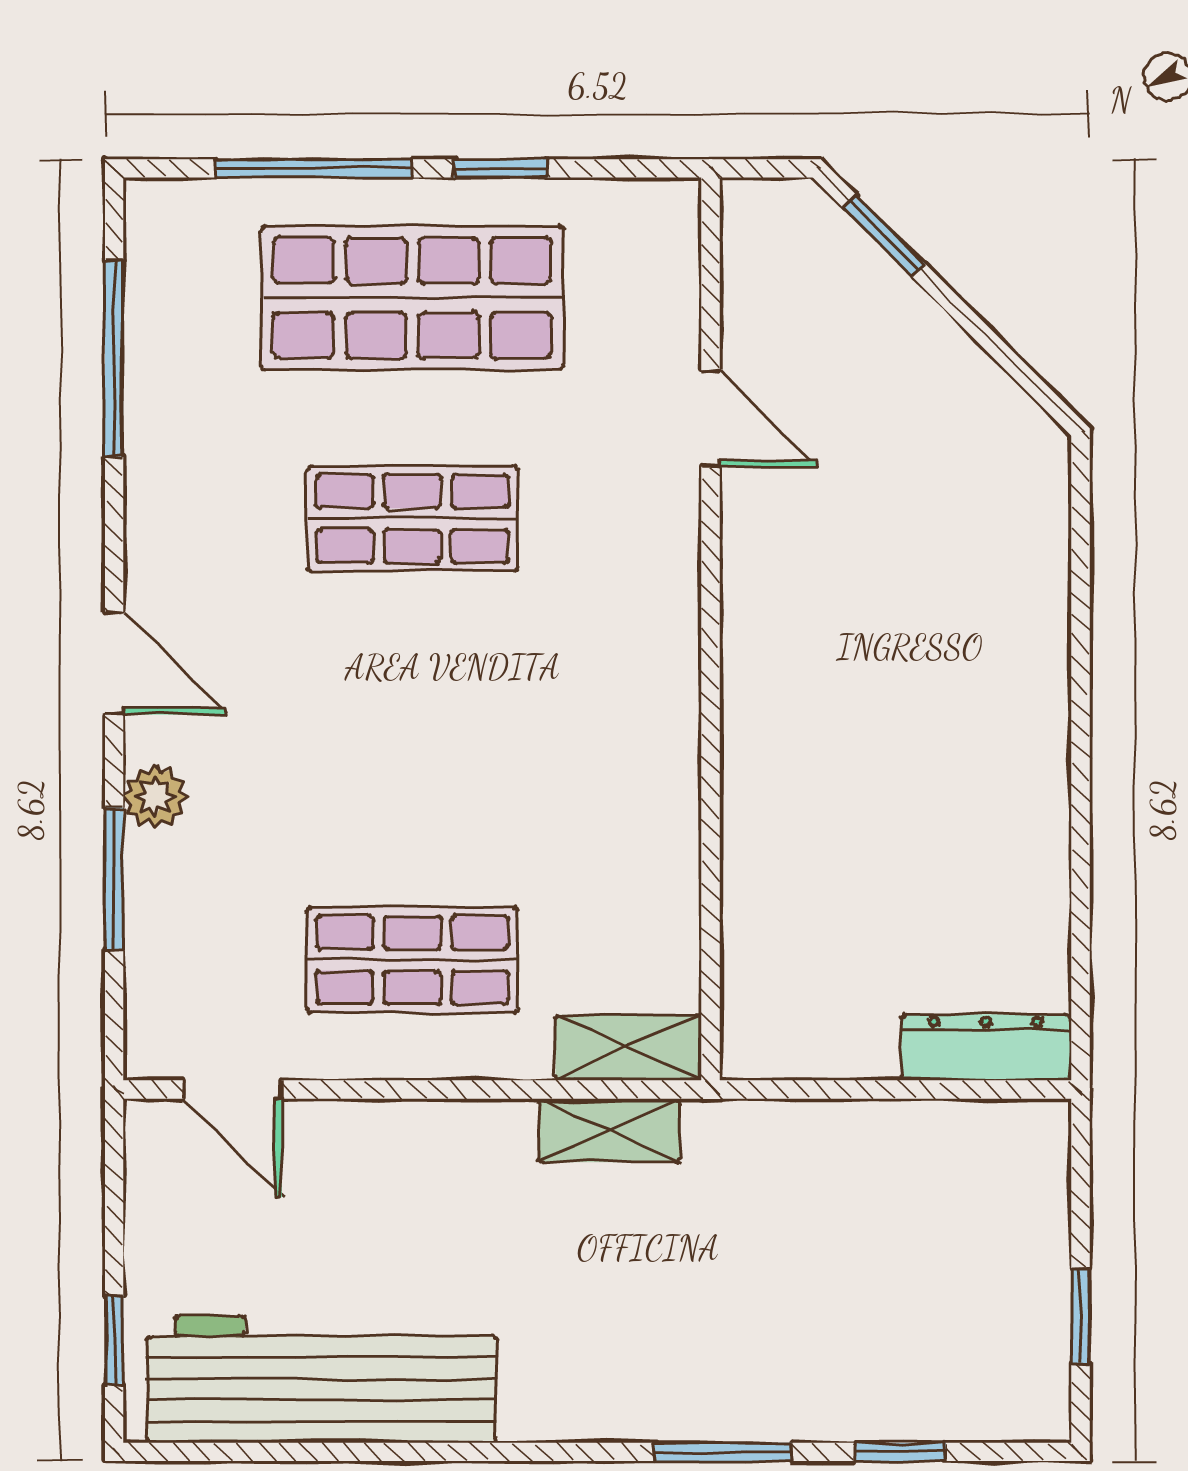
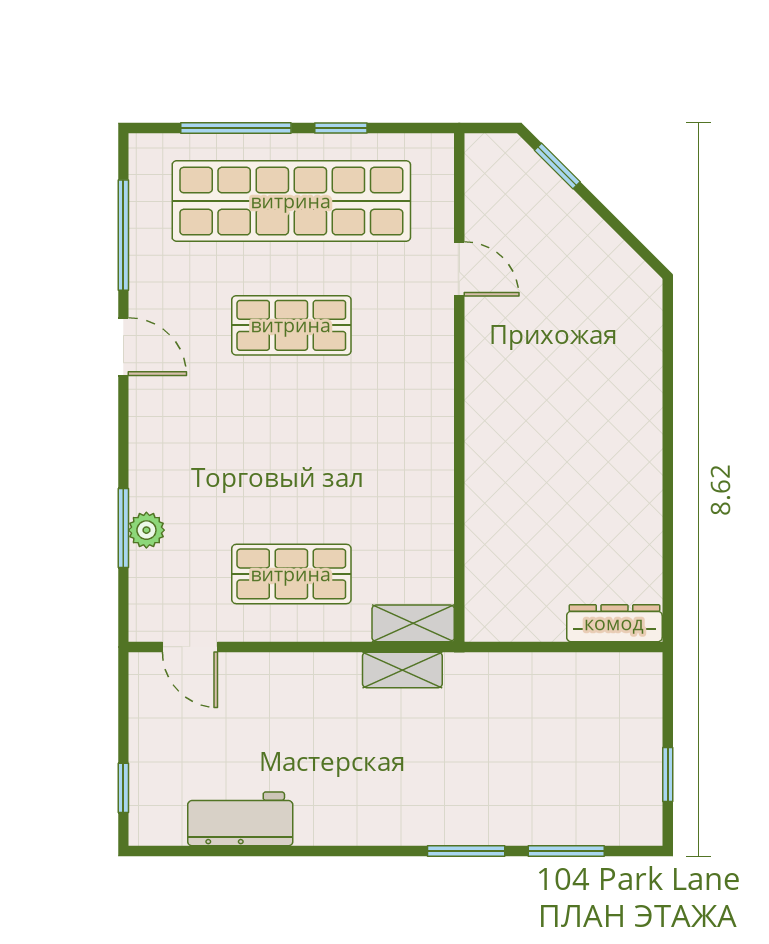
shop shelf: (412, 298) -> (291, 201), width x1.40
door: (114, 663) -> (123, 347), moved
plant: (155, 797) -> (146, 530), moved
workbench: (322, 1379) -> (240, 819), width x0.53, depth x0.76
window: (900, 1452) -> (566, 851), width x1.50

